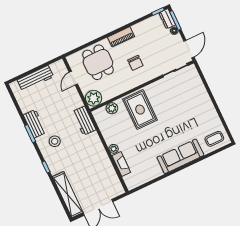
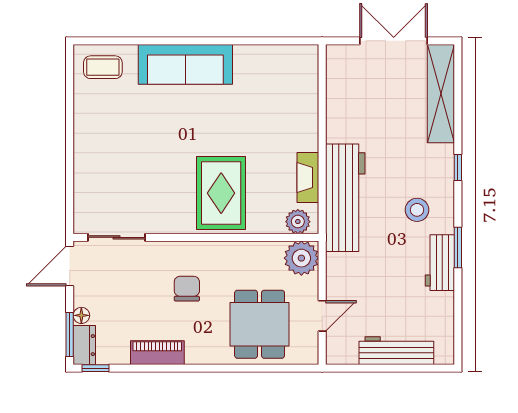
piano: (121, 37) -> (157, 353), moved
plant: (112, 108) -> (298, 222), moved
workbench: (84, 121) -> (345, 198), width x1.88, depth x1.32
plant: (114, 149) -> (309, 141), removed
fireplace: (121, 164) -> (308, 177), moved

